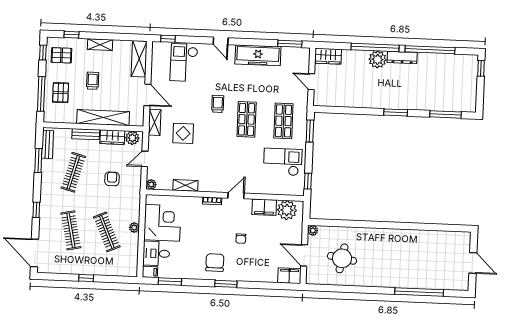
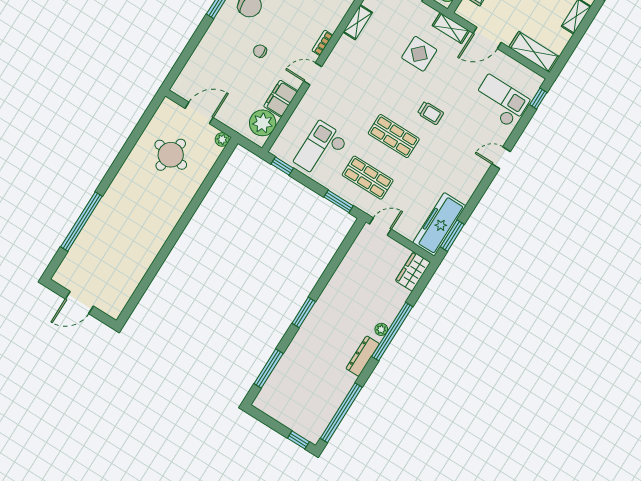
window: (430, 50) -> (341, 413), moved
freezer: (258, 55) -> (439, 224), moved
plant: (378, 59) -> (381, 329), width x0.53, depth x0.53
door: (311, 82) -> (380, 227), moved
checkout: (283, 162) -> (321, 150), turned 180
door: (236, 196) -> (313, 74), swing flipped
filing cabinet: (289, 276) -> (185, 83), removed

